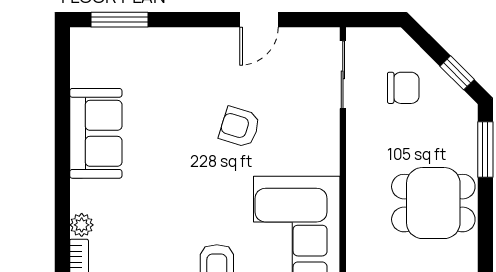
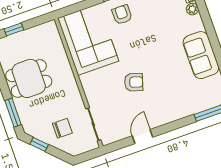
chair: (403, 88) -> (62, 128), turned 180

